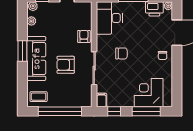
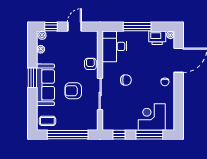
filing cabinet: (101, 100) -> (107, 124), removed

